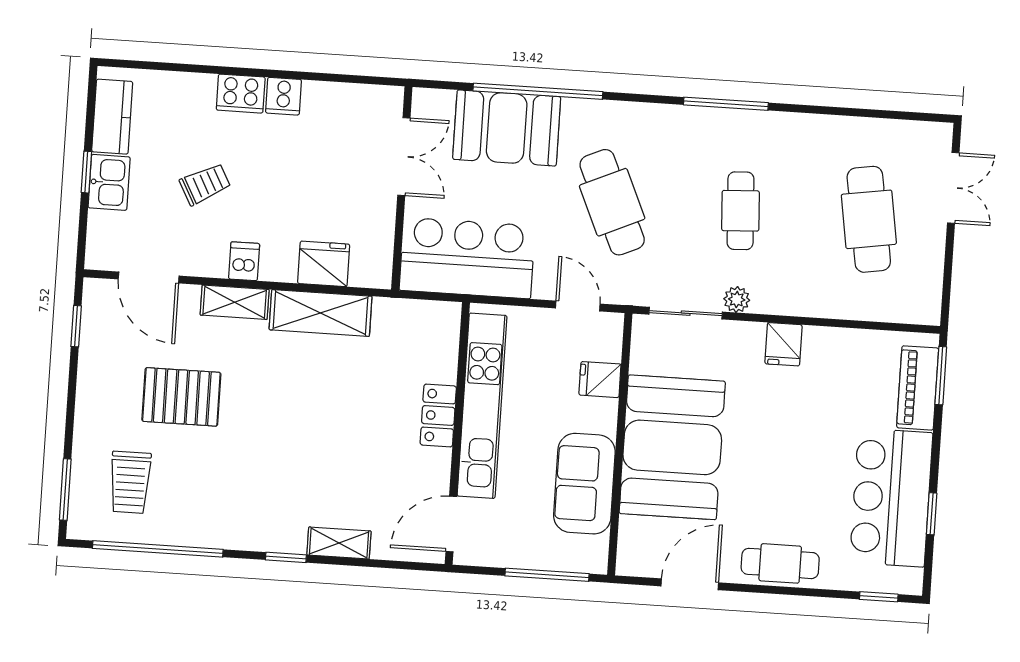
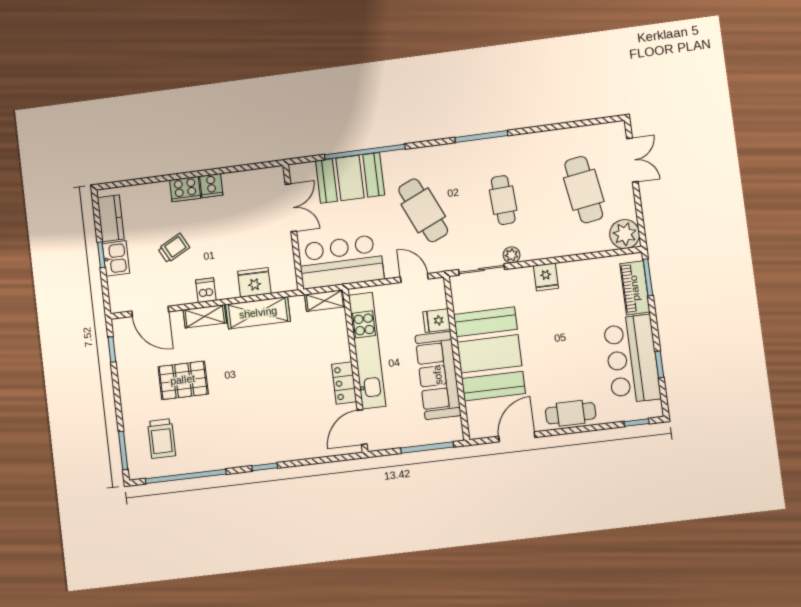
plant: (918, 301) -> (625, 234), added
locker: (438, 415) -> (344, 383), moved
sofa: (584, 484) -> (438, 375), width x1.36
shelving: (339, 543) -> (325, 301), moved

